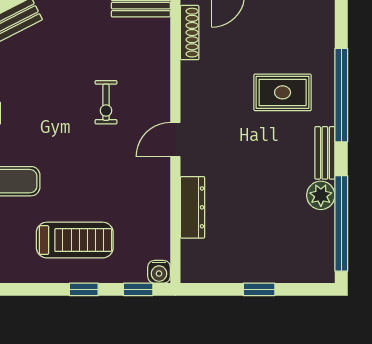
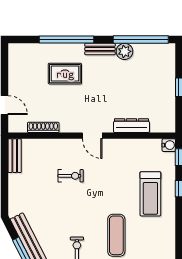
shoe rack: (190, 33) -> (43, 127), moved
rug: (283, 92) -> (65, 74), turned 90
treadmill: (75, 240) -> (150, 194), turned 180

